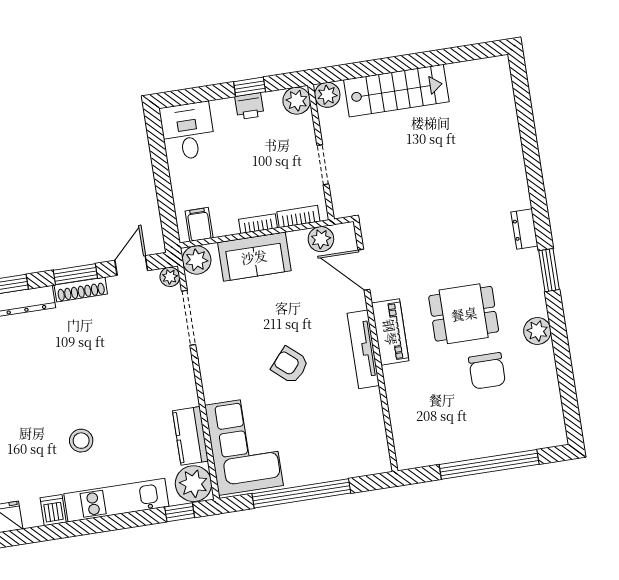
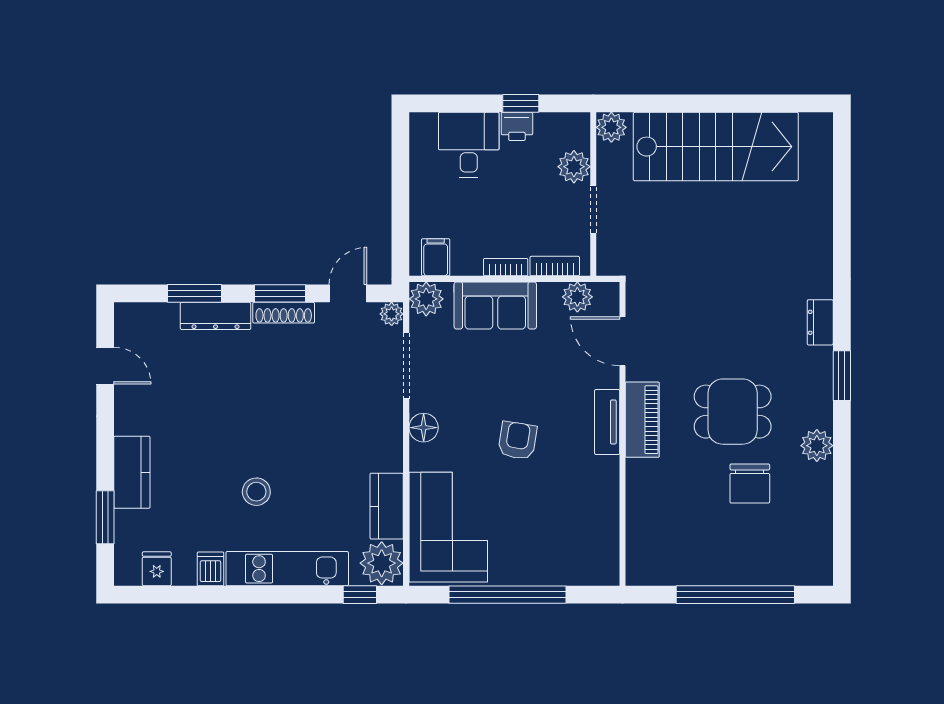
stairs: (396, 91) -> (716, 147), width x1.36, depth x1.51
plant: (297, 101) -> (574, 167), moved
desk: (188, 131) -> (469, 145), moved
tv unit: (363, 349) -> (607, 422), width x0.71
armchair: (290, 365) -> (517, 441), turned 58
floor lamp: (211, 366) -> (424, 428), added

